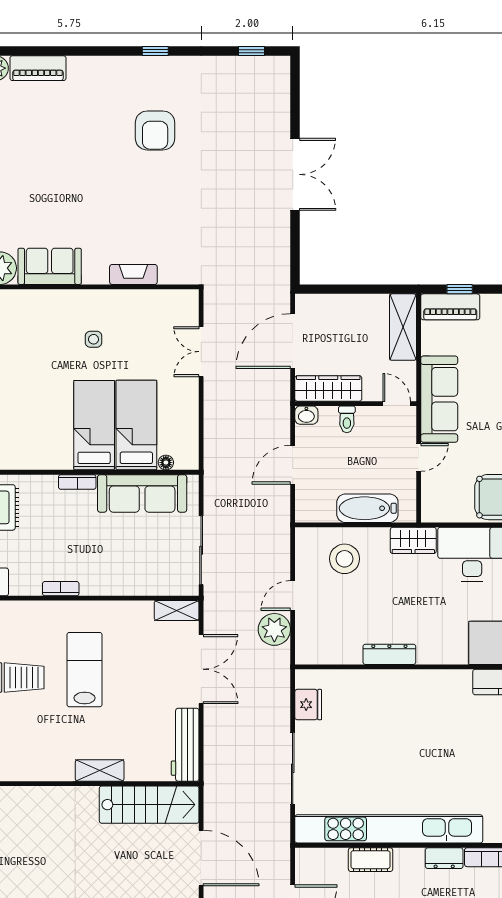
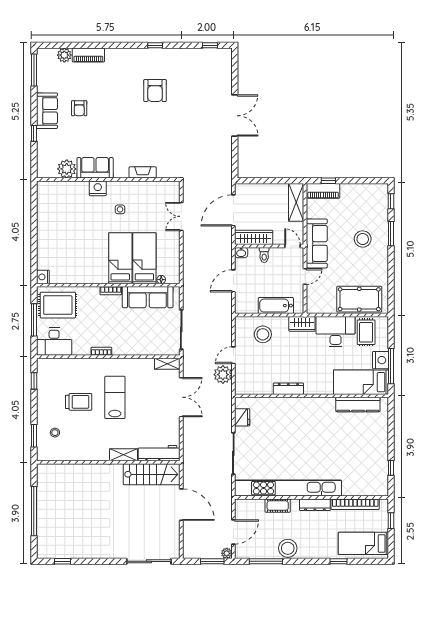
armchair: (22, 161) -> (79, 108), added
nightstand: (54, 302) -> (98, 188), added
workbench: (185, 745) -> (159, 453), moved, turned 90
dresser: (444, 858) -> (315, 505), width x1.44

